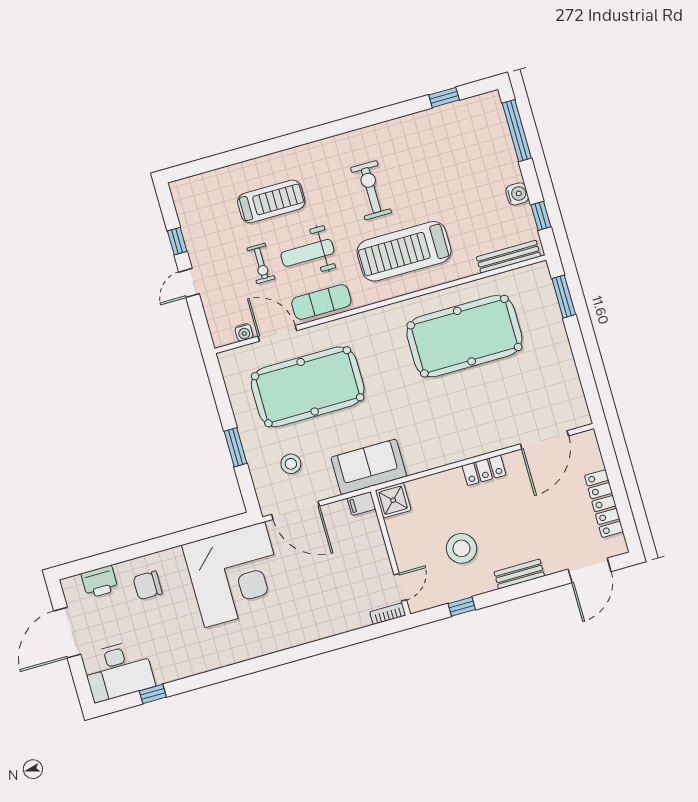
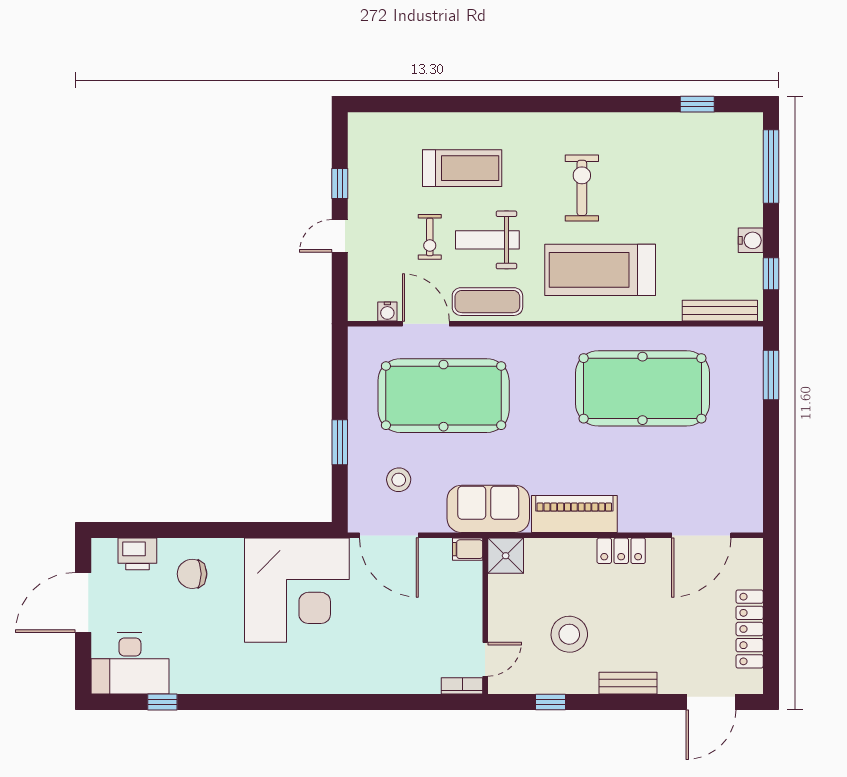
piano: (438, 452) -> (574, 514), added

